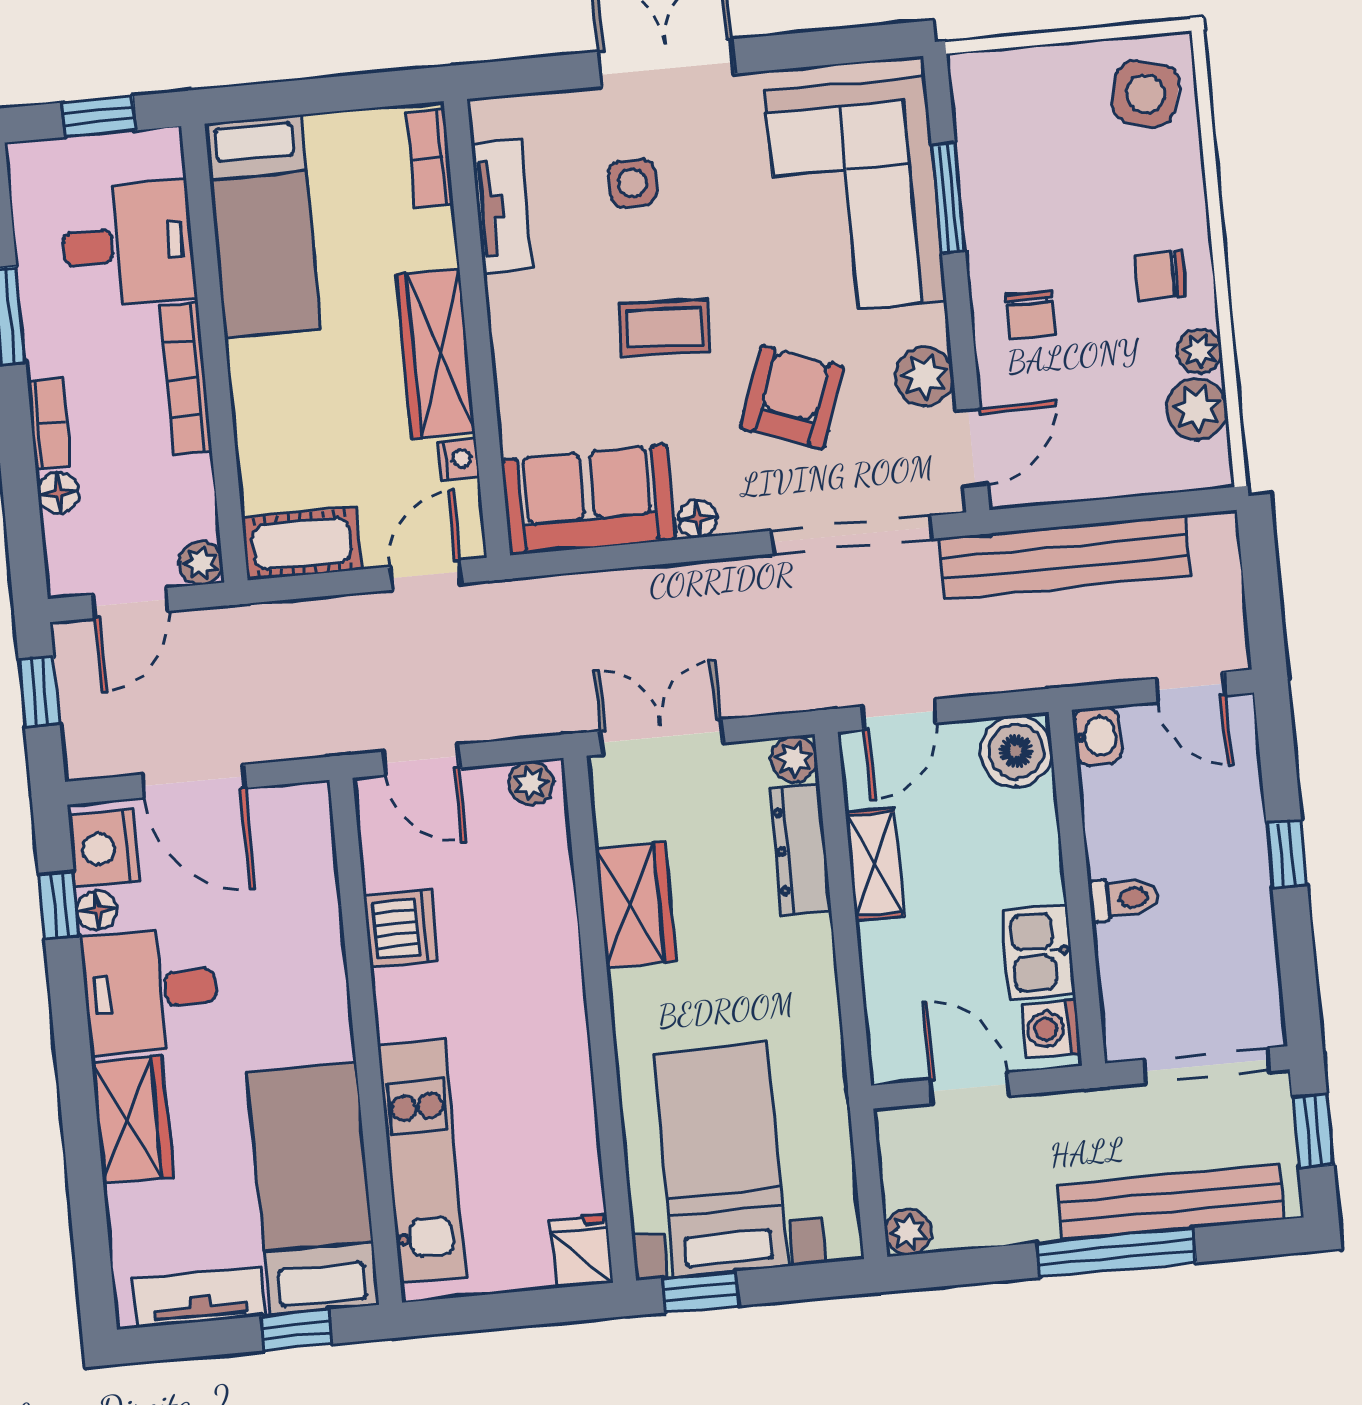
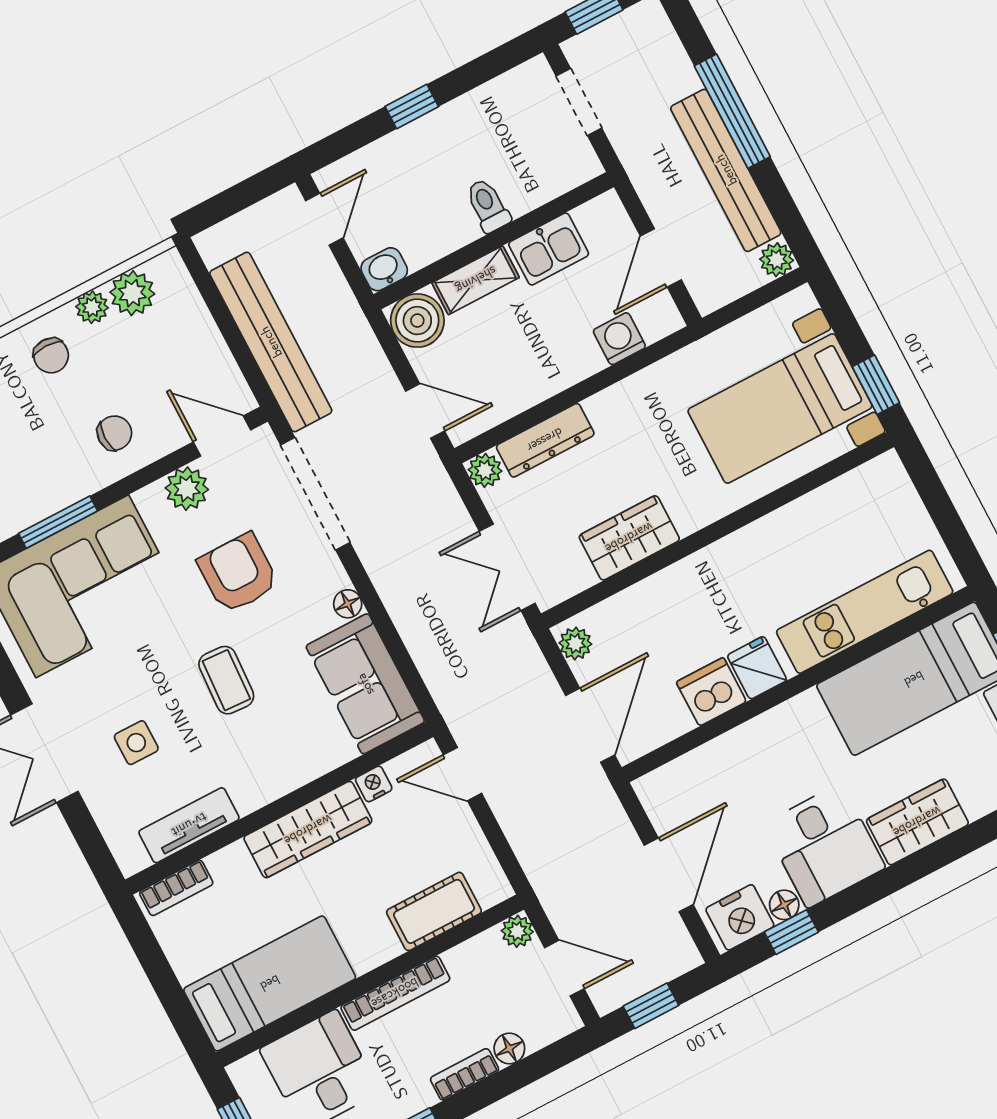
armchair: (792, 397) -> (238, 573), turned 70
cot: (302, 544) -> (434, 911), moved, turned 90
door: (421, 760) -> (590, 725), width x1.38
shelving: (875, 864) -> (476, 280), moved
washing machine: (1051, 1029) -> (619, 339), moved, turned 180
doorway: (1207, 1065) -> (579, 102), width x0.73
bench: (1171, 1202) -> (726, 170), moved
fridge: (581, 1251) -> (757, 668), moved, turned 90

